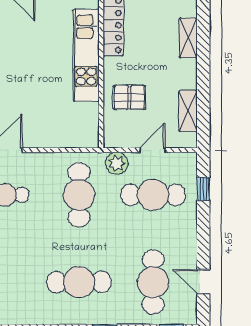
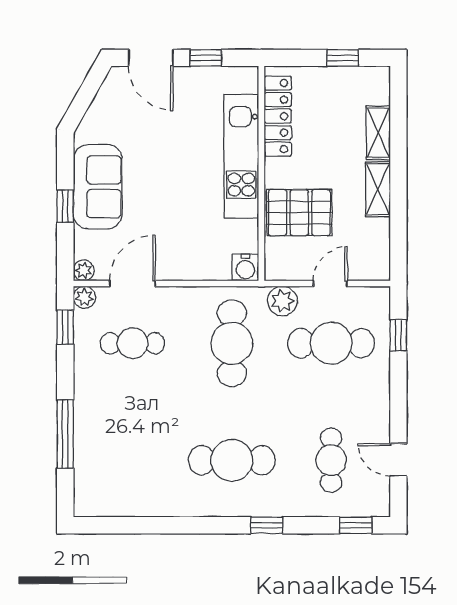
pallet: (129, 97) -> (299, 213), width x1.50, depth x1.42
shelving: (188, 111) -> (378, 189), moved
water cooler: (89, 138) -> (245, 267), added
cafe table: (153, 282) -> (331, 460), width x0.73, depth x0.74

